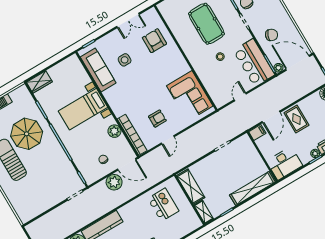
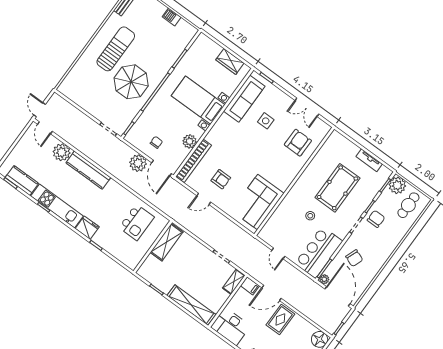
wardrobe: (39, 82) -> (230, 61), moved
door: (240, 97) -> (278, 253), swing flipped
parasol: (27, 134) -> (131, 82), moved
shelving: (204, 212) -> (234, 282), moved

